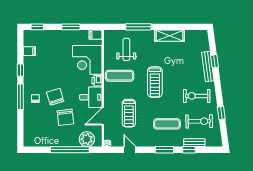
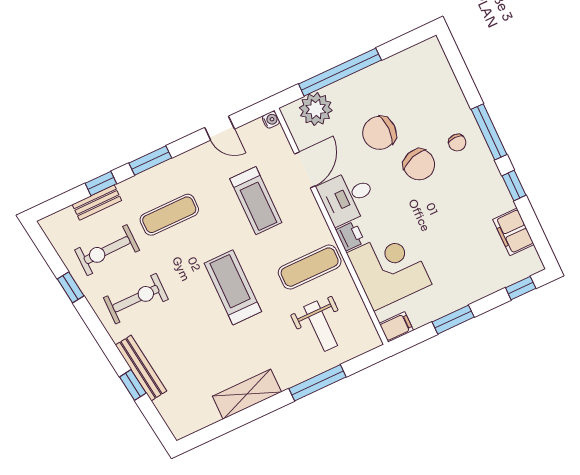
filing cabinet: (29, 51) -> (513, 232), width x2.00
treadmill: (129, 113) -> (256, 201), turned 180
chair: (65, 117) -> (379, 133), turned -83

